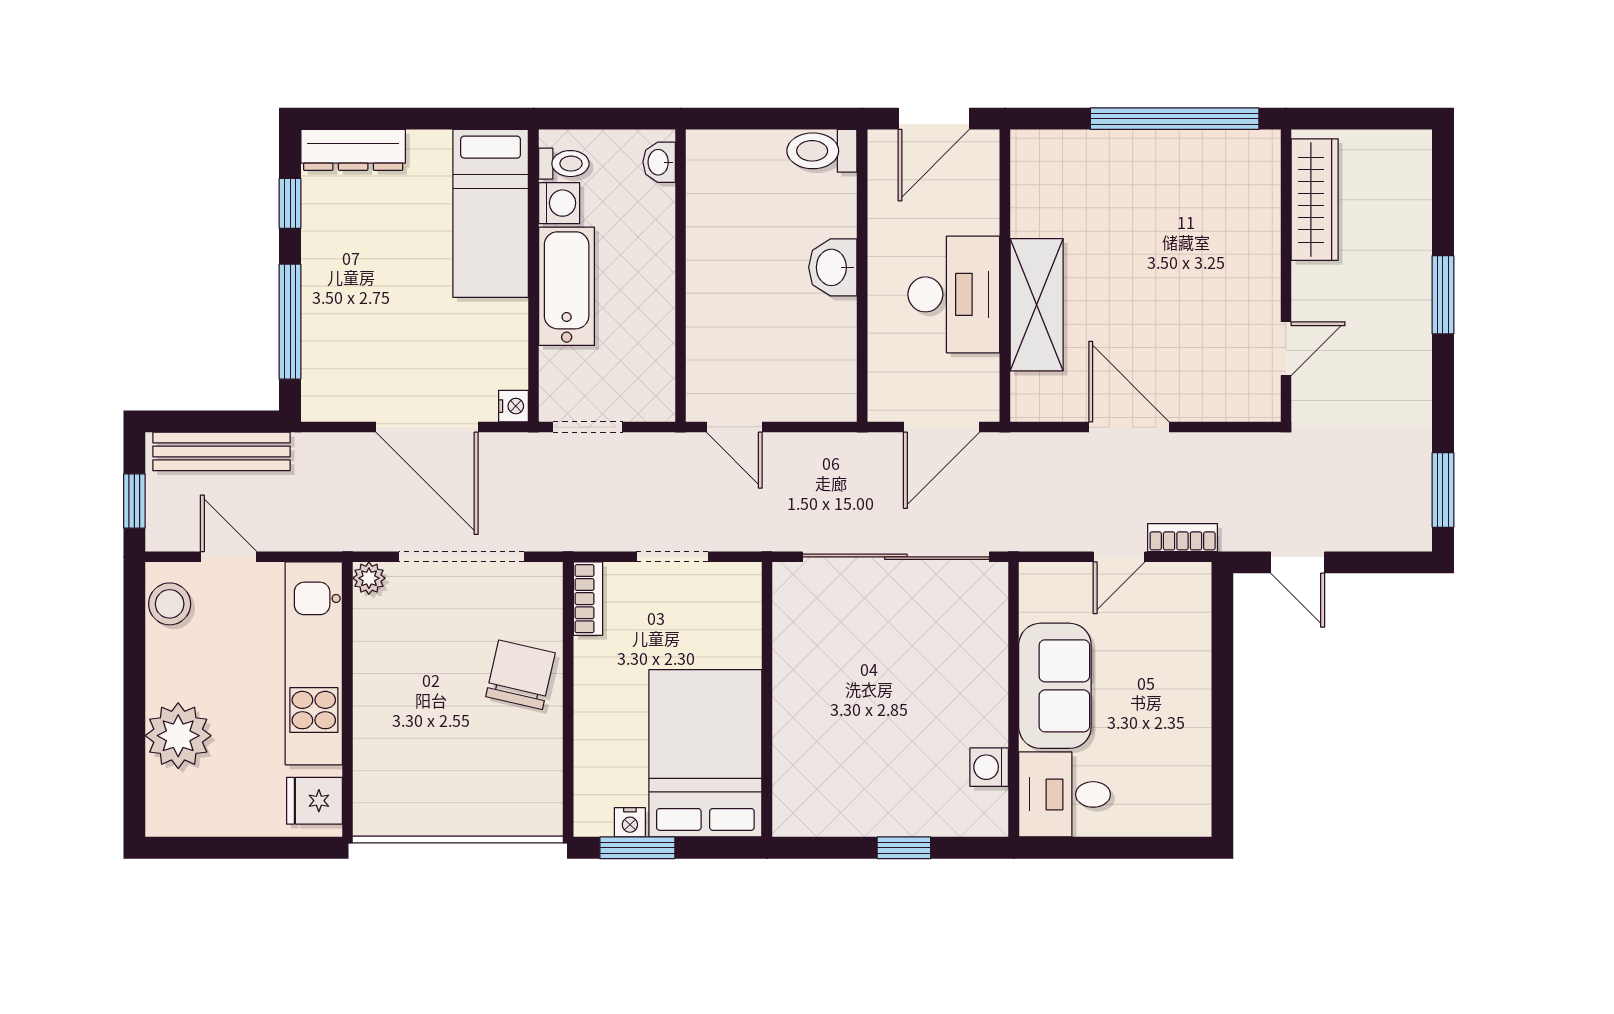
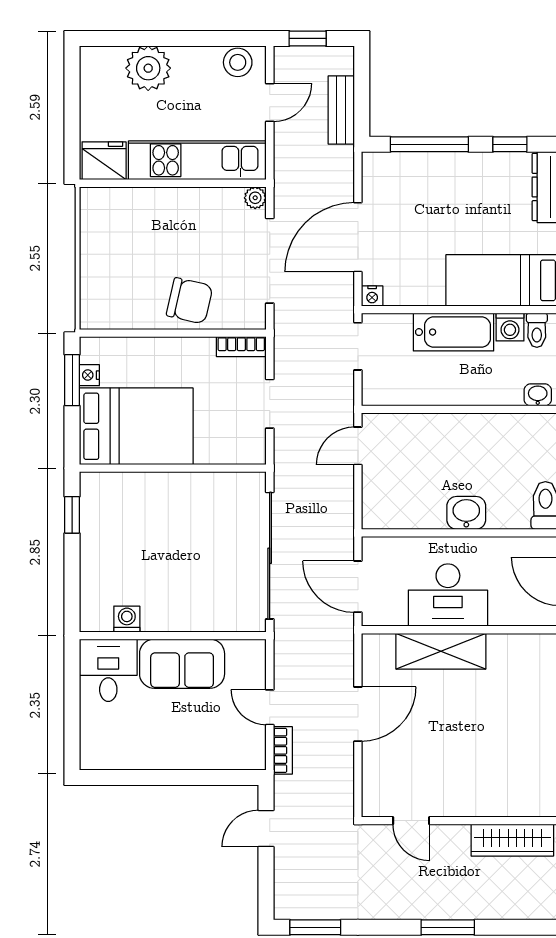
bench: (221, 451) -> (341, 110), width x0.73
fridge: (314, 801) -> (104, 161), width x1.38
window: (904, 848) -> (72, 515), moved

